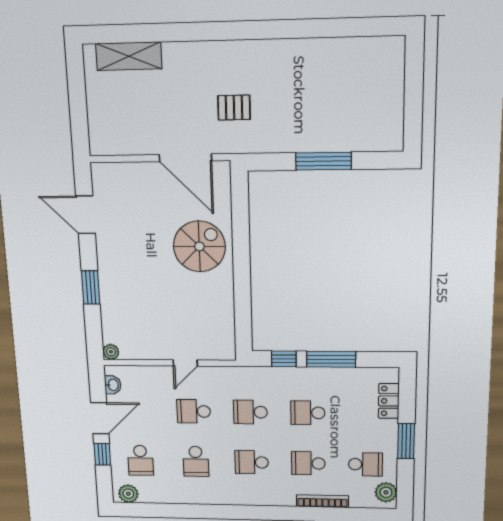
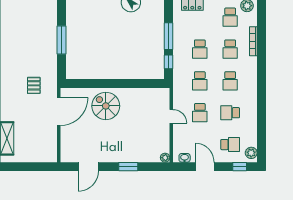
window: (102, 454) -> (240, 167), moved
school desk: (196, 461) -> (230, 113), turned 180
school desk: (365, 464) -> (230, 17), turned 180

